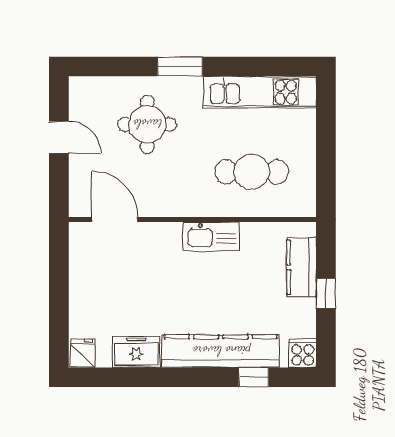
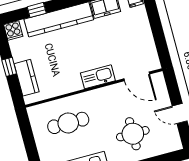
kitchen sink: (211, 237) -> (98, 77), moved

